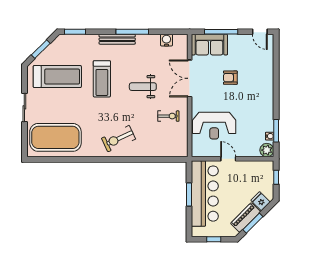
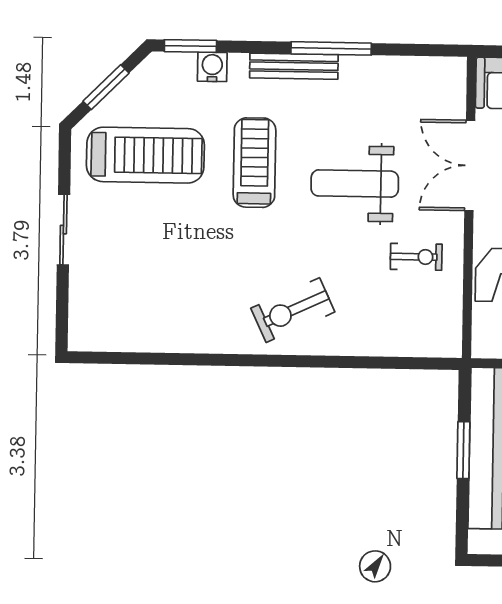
water cooler: (166, 40) -> (212, 67), moved
treadmill: (102, 79) -> (255, 163), turned 180
weight bench: (143, 87) -> (355, 184), width x1.36, depth x1.33
exercise mat: (55, 137) -> (138, 304), removed

